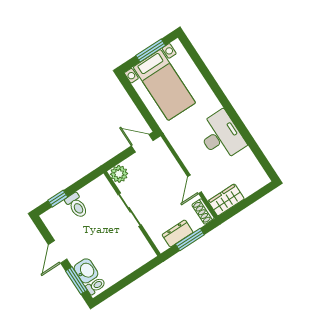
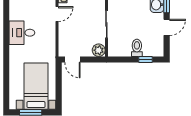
desk: (221, 136) -> (22, 33), width x0.73

